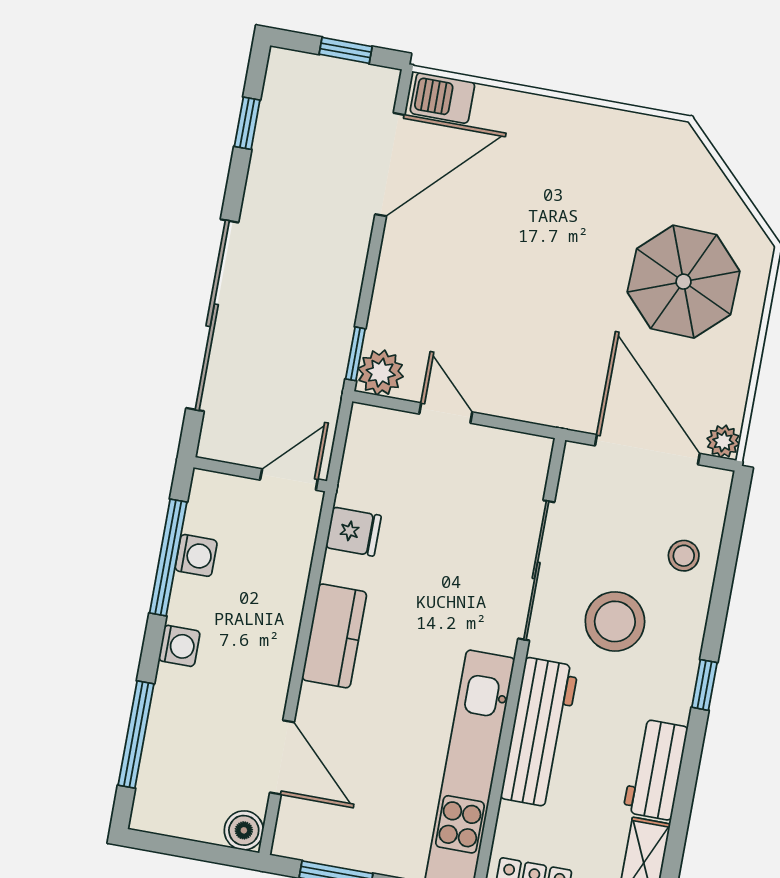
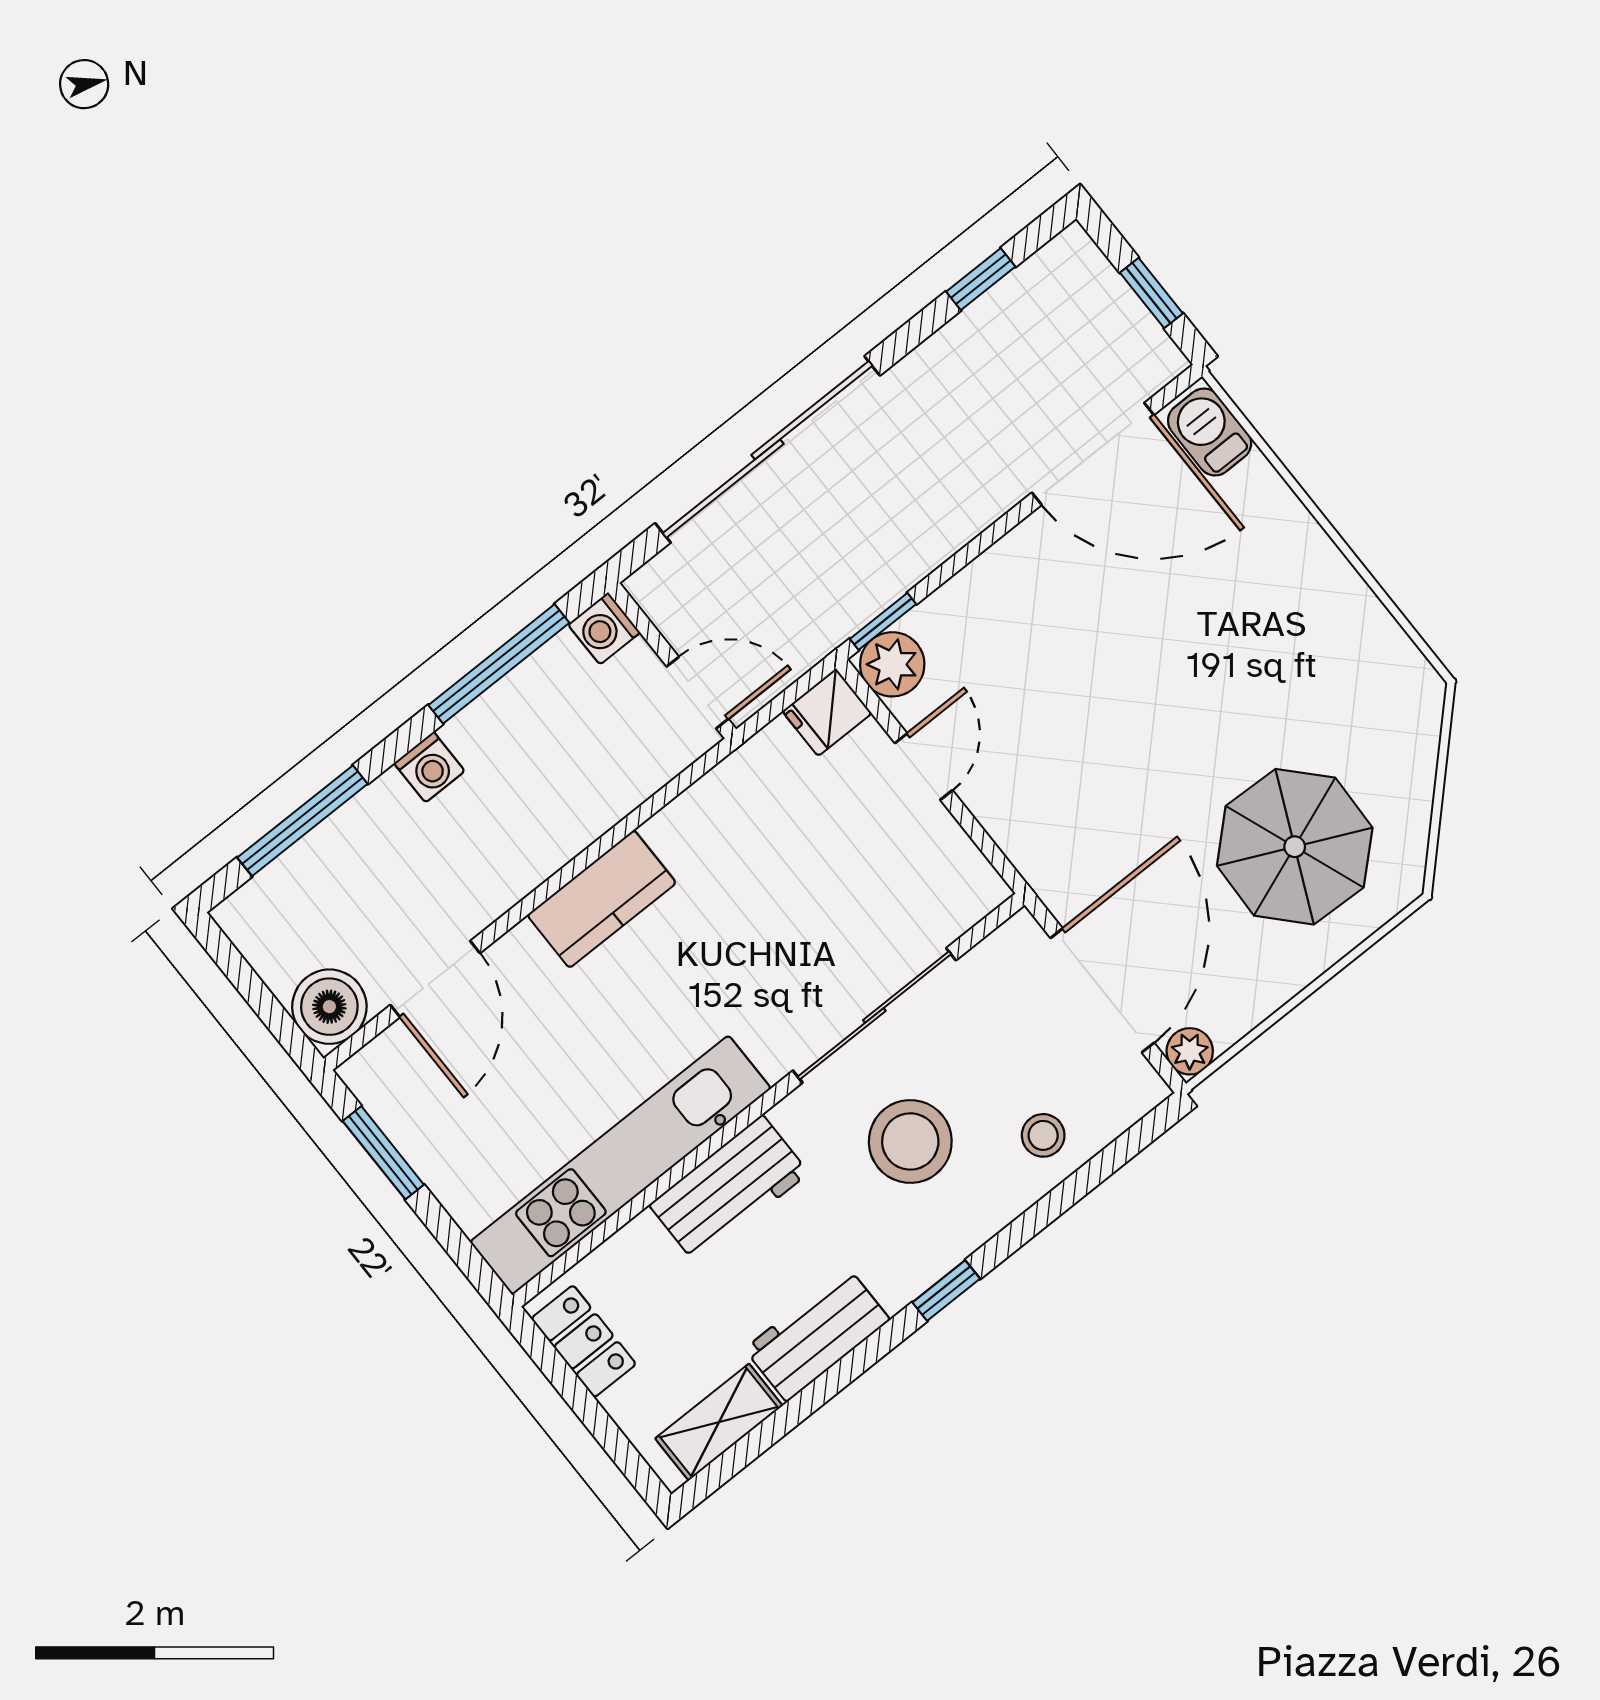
fridge: (353, 532) -> (827, 712), moved, turned 90
washing machine: (196, 555) -> (604, 628), moved, turned 90
workbench: (539, 732) -> (729, 1189), width x0.73
boiler: (244, 830) -> (329, 1007), width x1.36, depth x1.36

